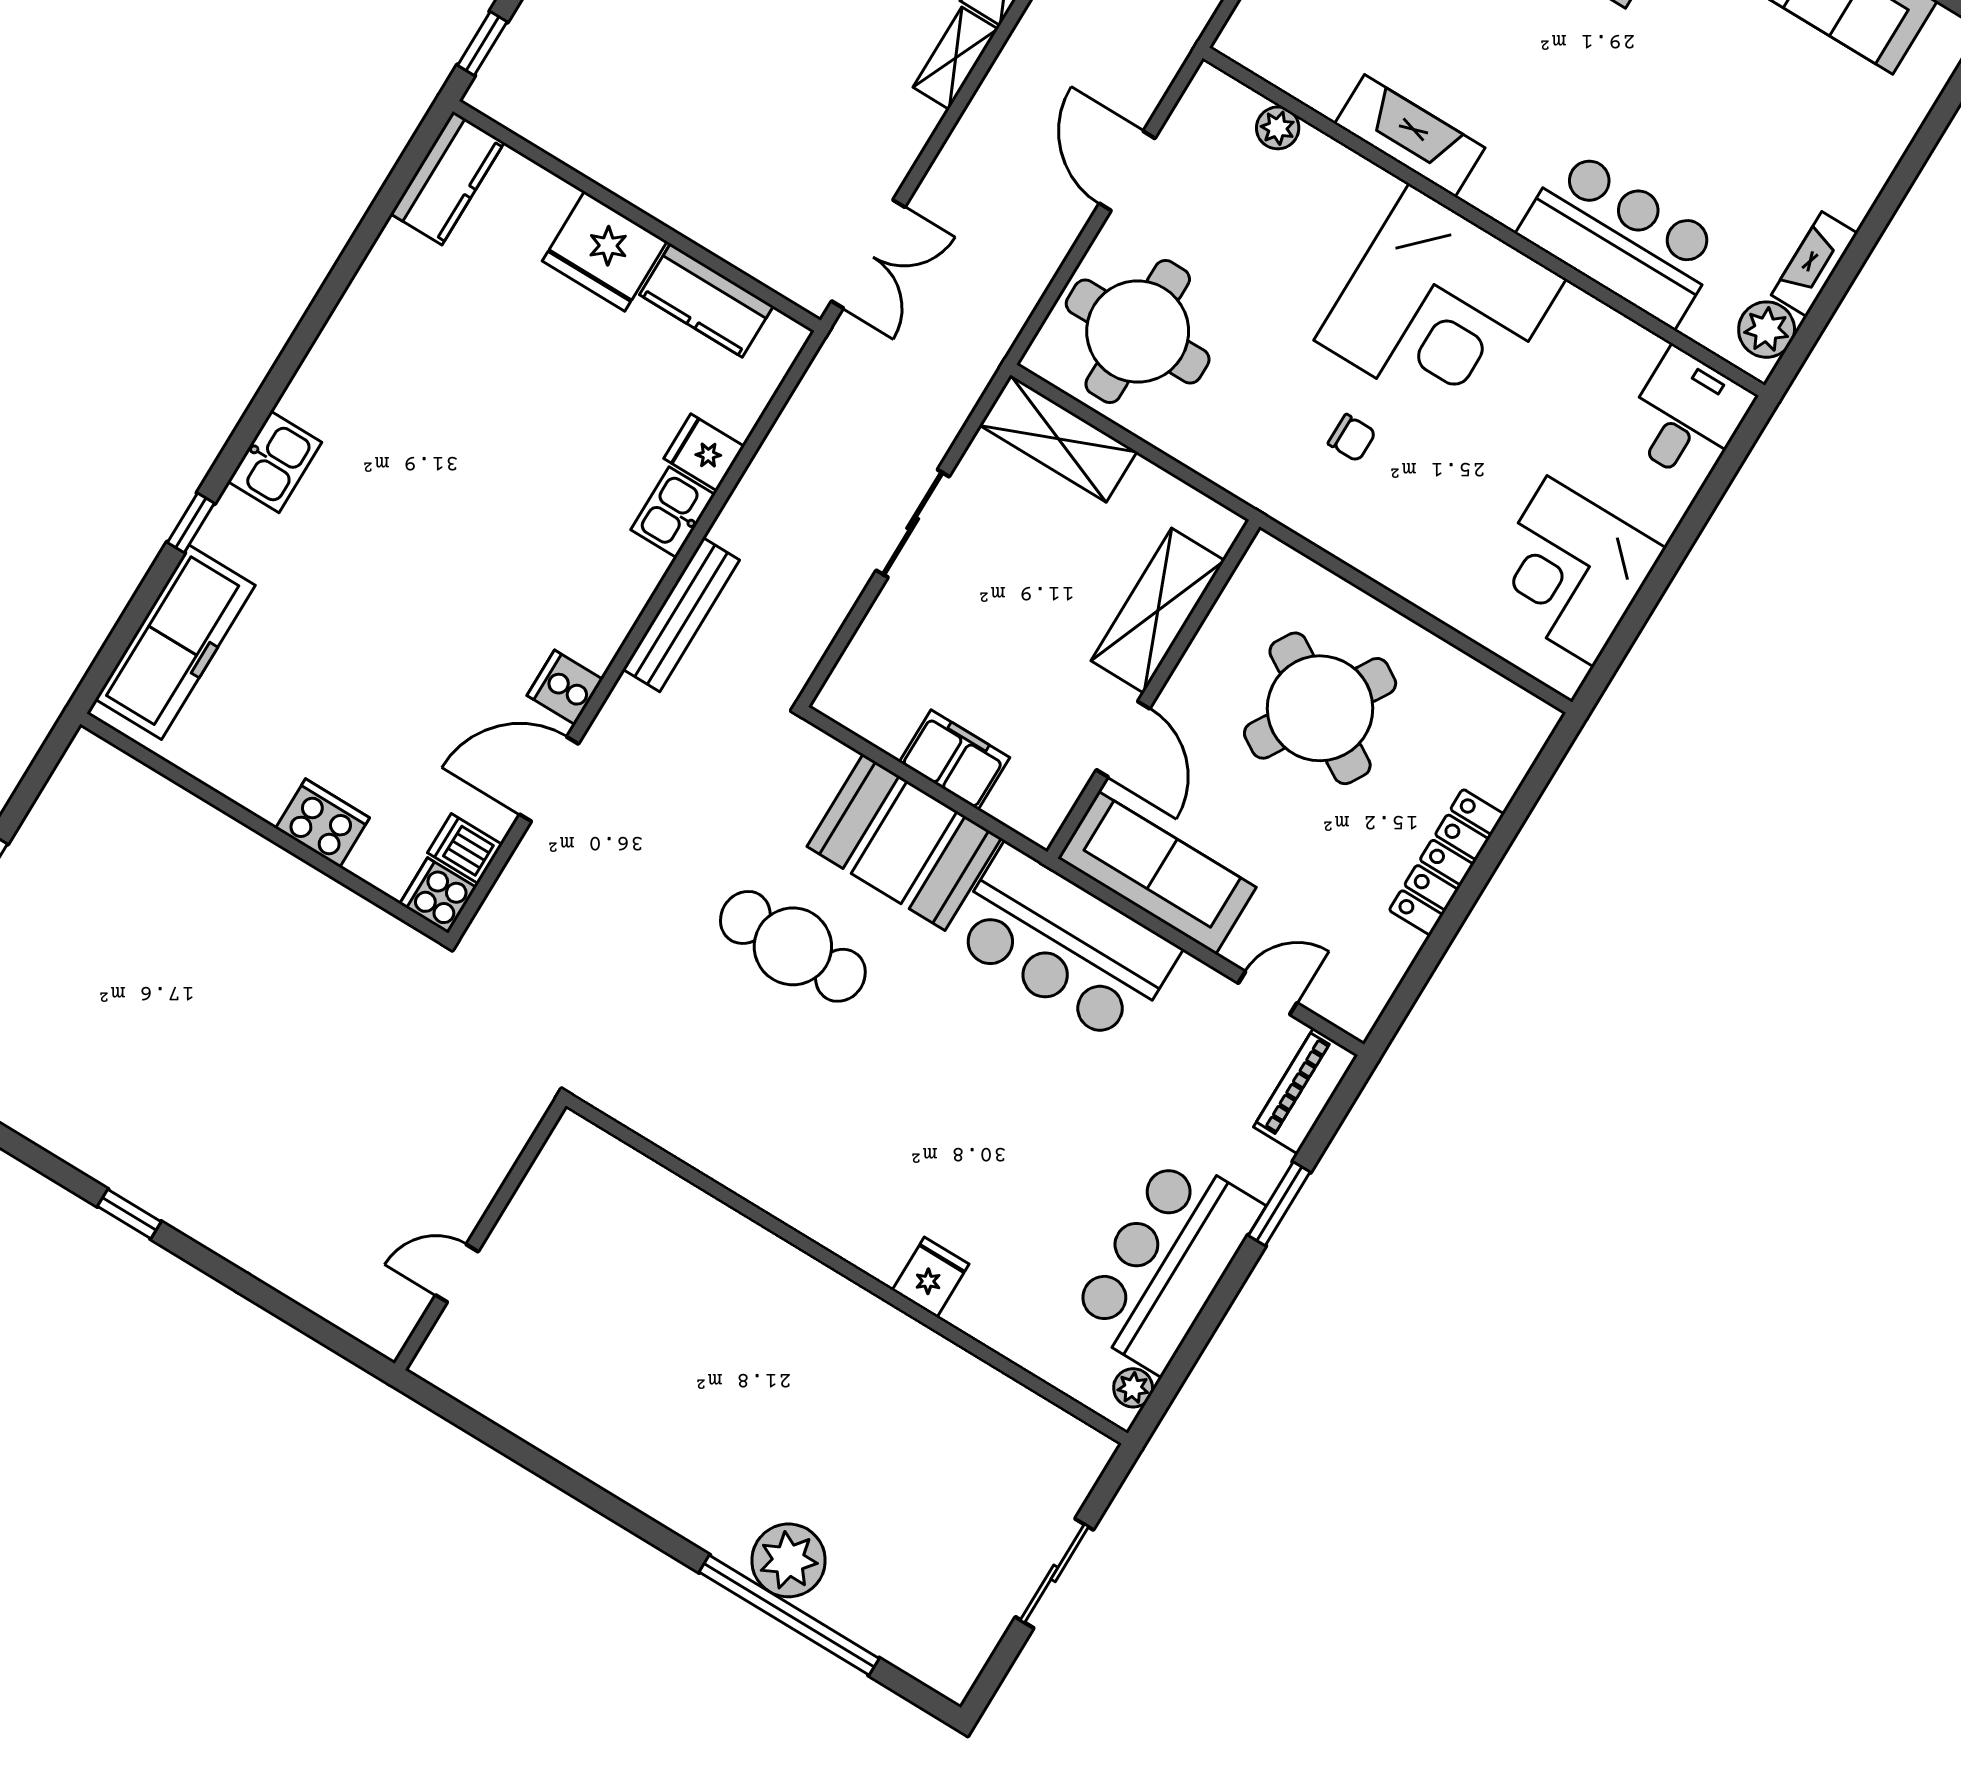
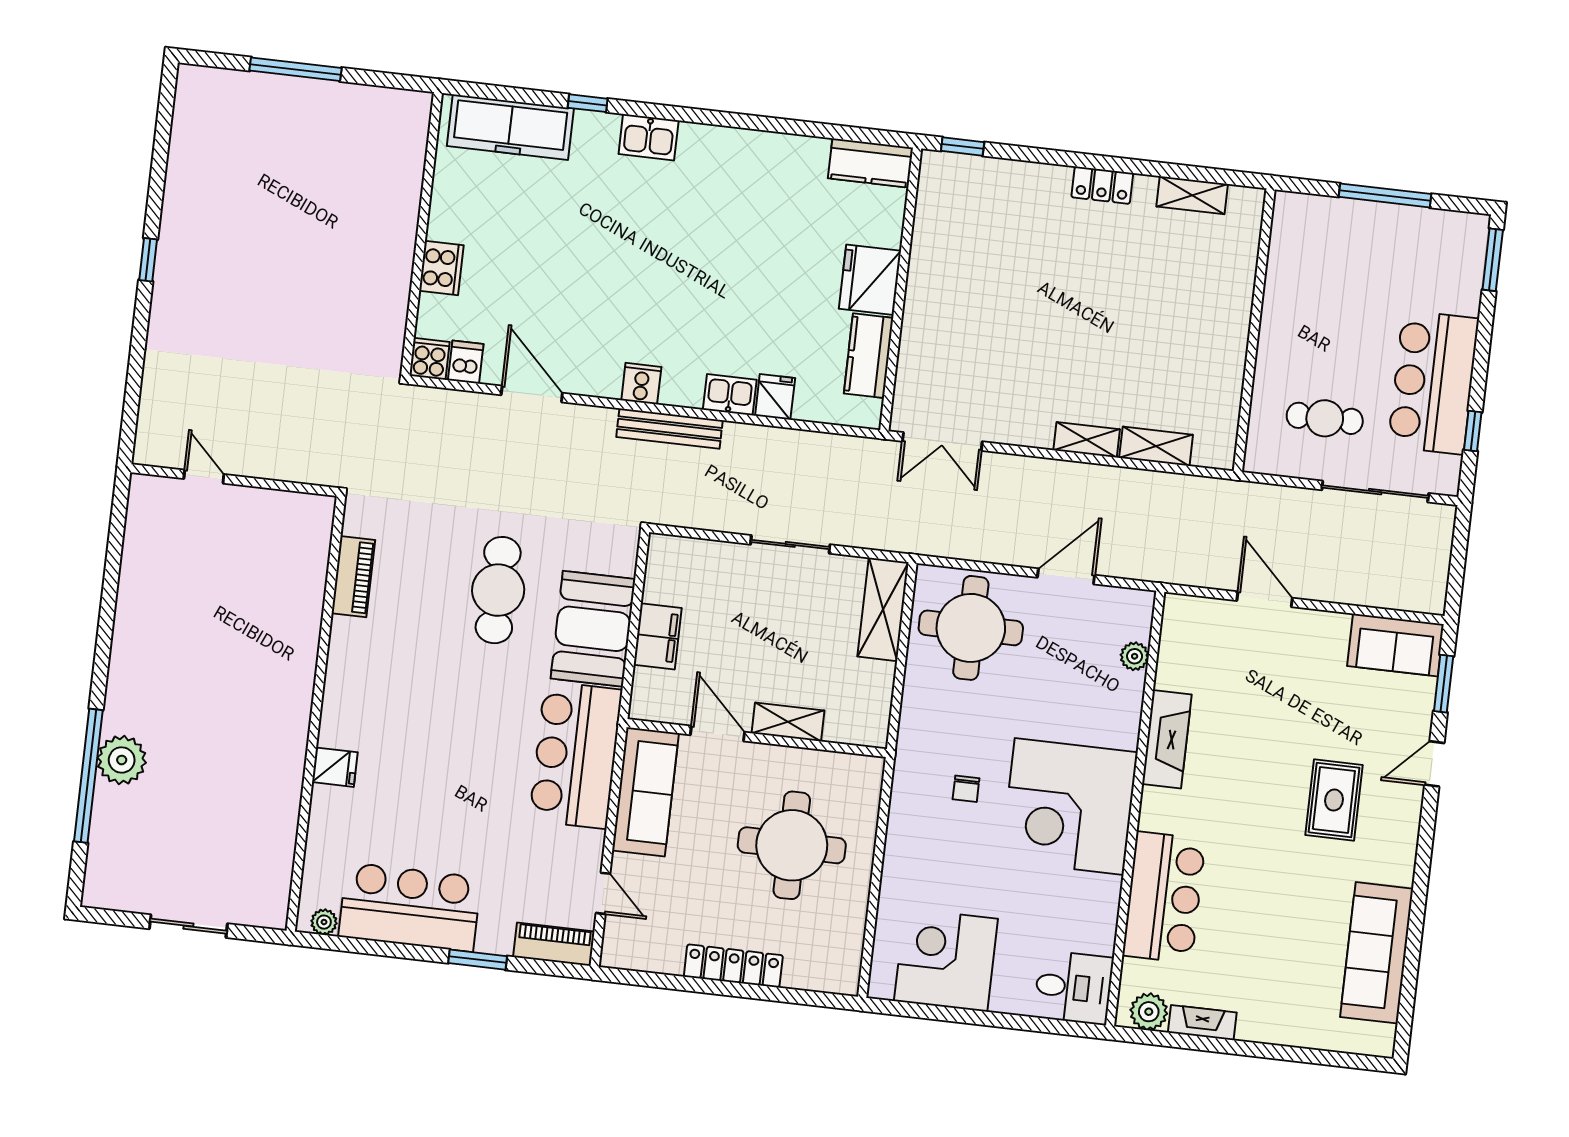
shelving: (1158, 611) -> (788, 722), width x0.67, depth x0.75
cooker: (565, 687) -> (641, 384), moved
round table: (1320, 708) -> (792, 845), turned -31
door: (1123, 739) -> (718, 734), swing flipped
piano: (685, 1134) -> (353, 577), added

